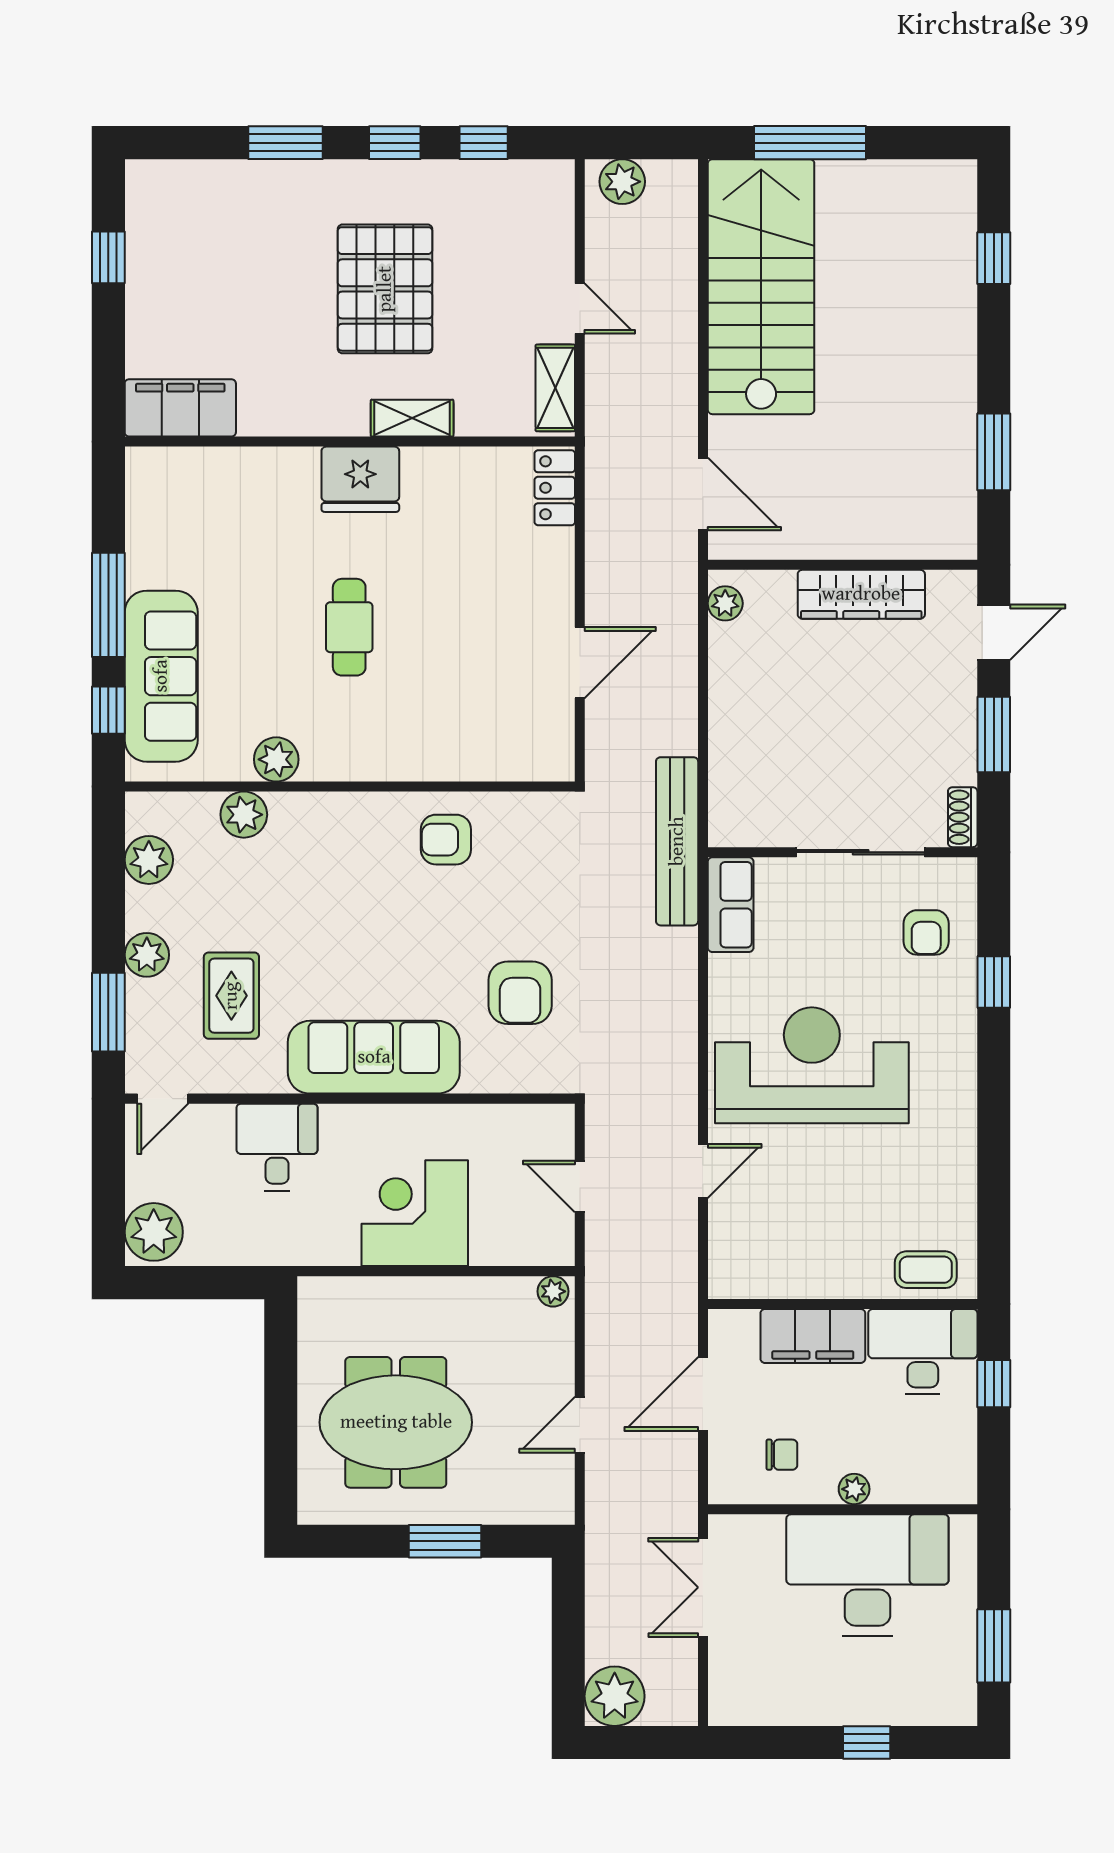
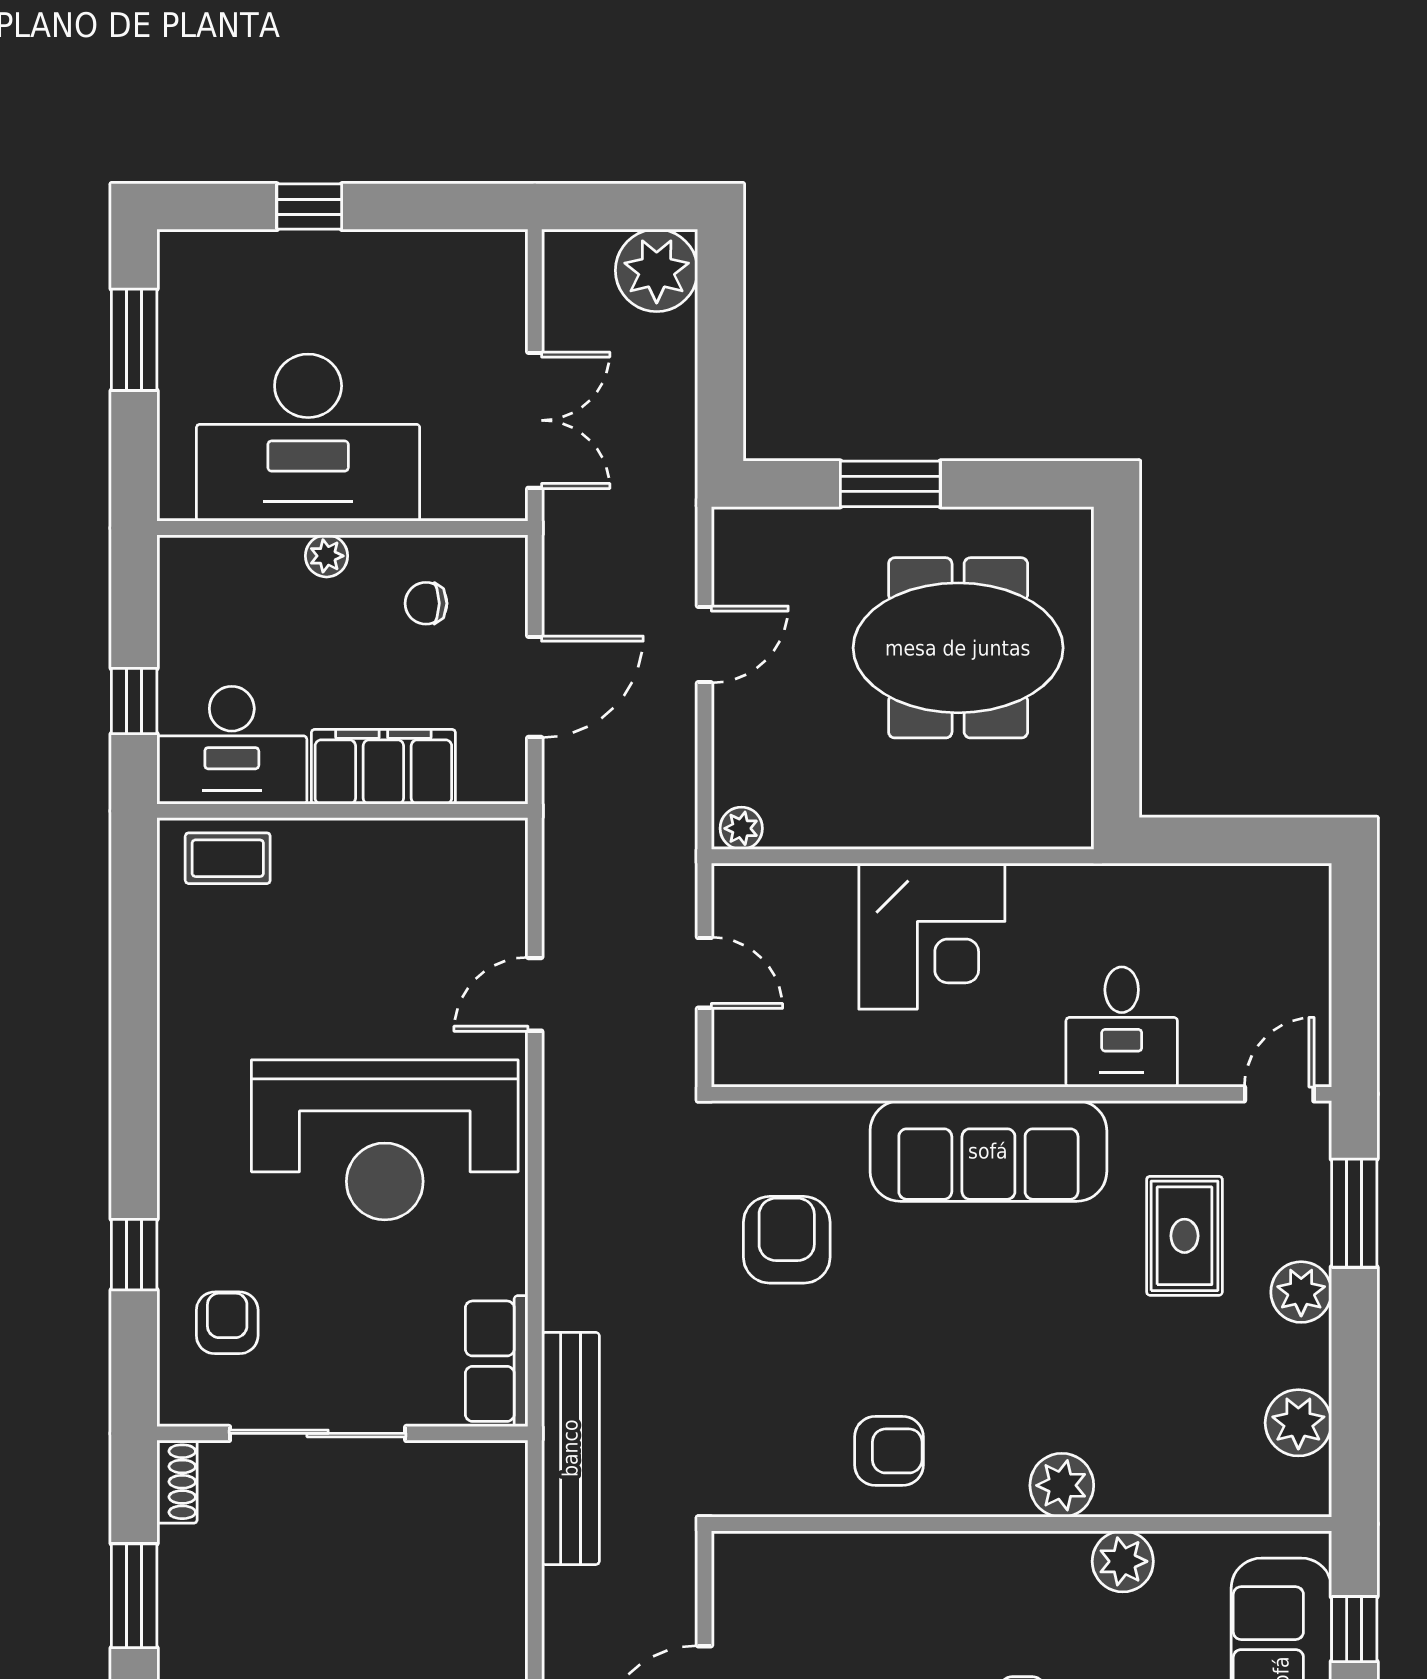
plant: (244, 815) -> (1062, 1485), moved
plant: (154, 1232) -> (1292, 910), removed

